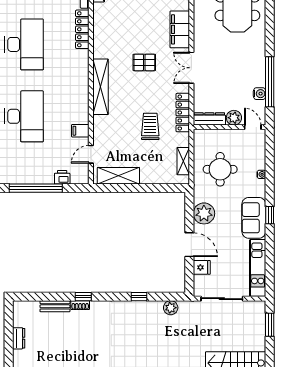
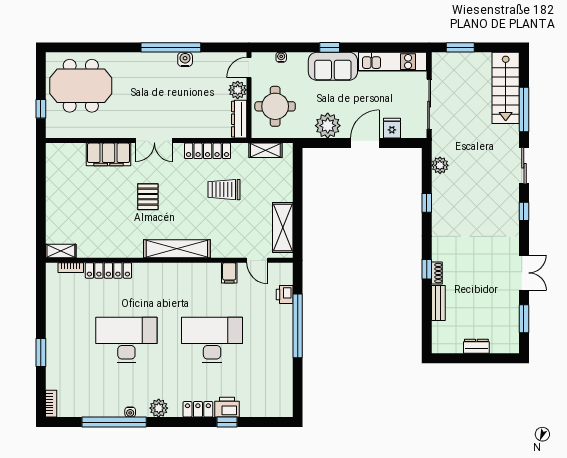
plant: (234, 118) -> (238, 90), moved
dresser: (209, 119) -> (239, 119), moved
wall: (230, 127) -> (249, 95), moved
door: (253, 127) -> (249, 67), moved

